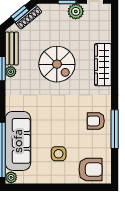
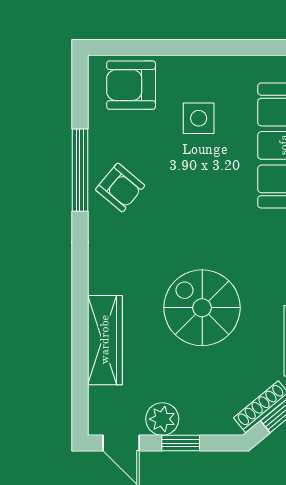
wardrobe: (103, 65) -> (105, 340), moved
armchair: (96, 121) -> (120, 188), turned 40

